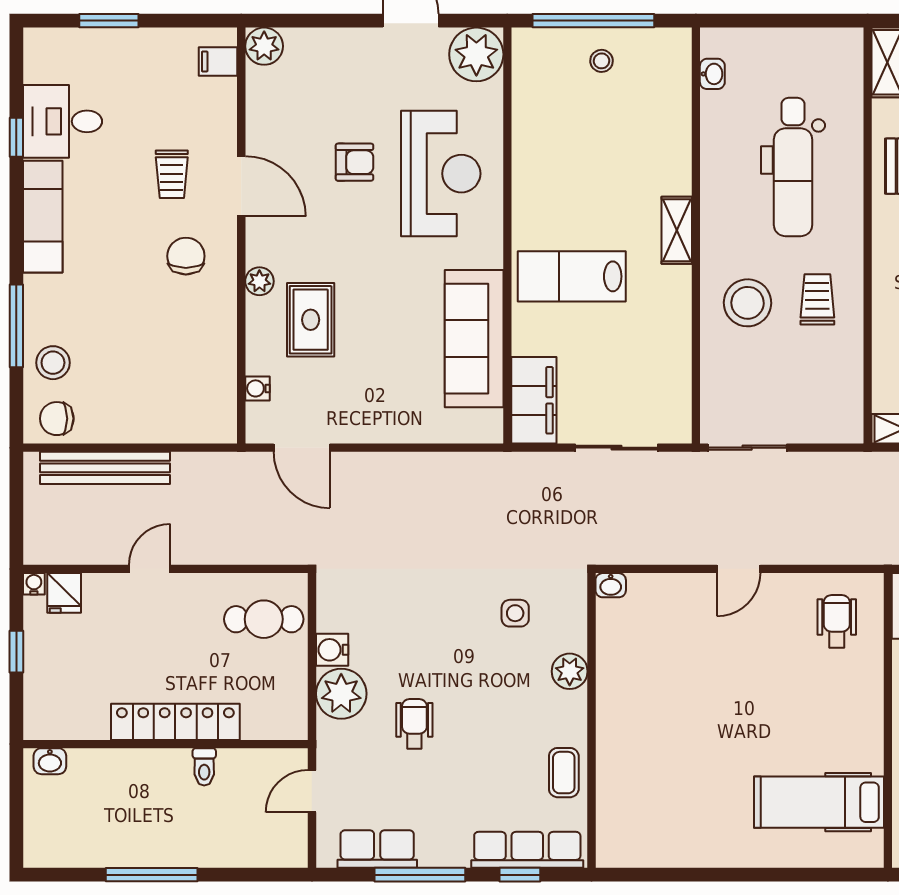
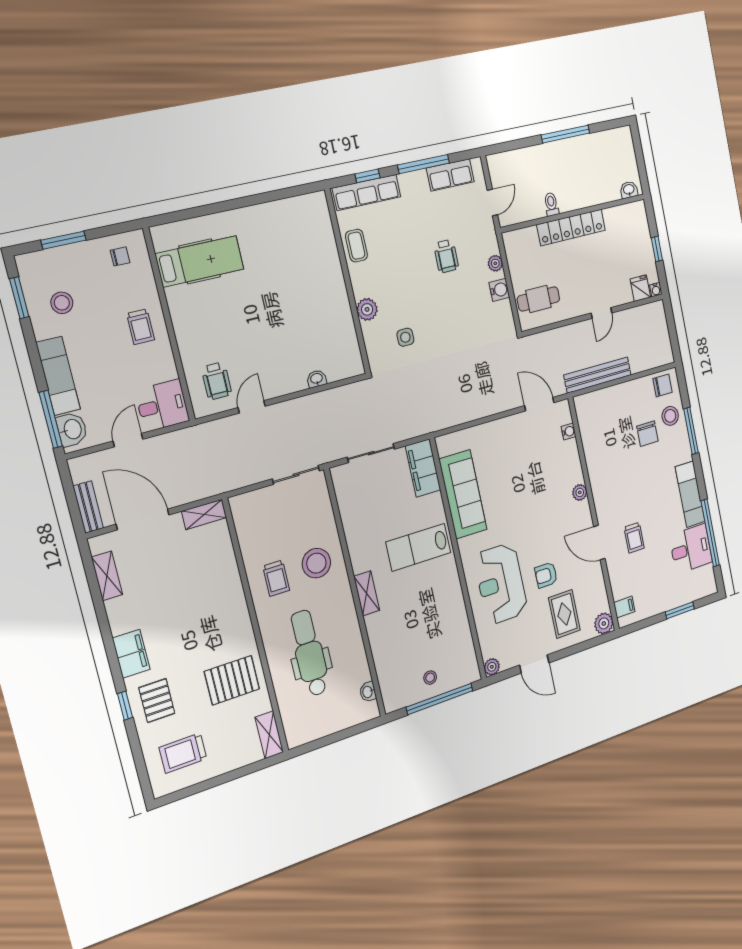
plant: (476, 54) -> (492, 667), width x0.53, depth x0.53
window: (16, 137) -> (710, 533), width x3.17
trolley: (172, 174) -> (634, 538), turned 180
chair: (186, 256) -> (647, 434), moved
lab bench: (572, 276) -> (418, 547), turned 180
rug: (311, 320) -> (564, 614), moved
bench: (105, 468) -> (598, 375), moved
door: (739, 569) -> (252, 407), moved
washbasin: (611, 585) -> (317, 379), moved
plant: (341, 694) -> (495, 263), width x0.53, depth x0.53

